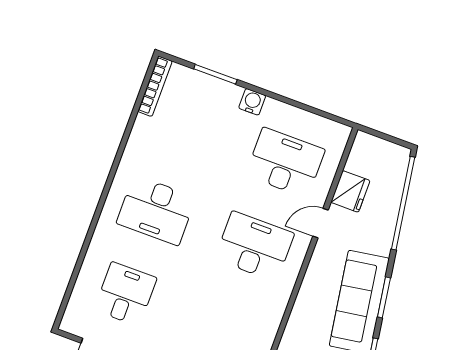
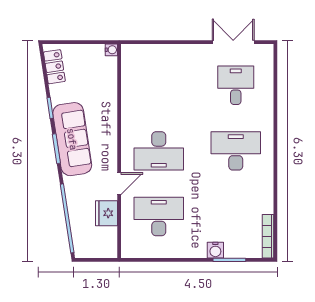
water cooler: (252, 102) -> (215, 250), moved
desk: (285, 163) -> (159, 217), turned 180
desk: (125, 294) -> (236, 85), turned 180

